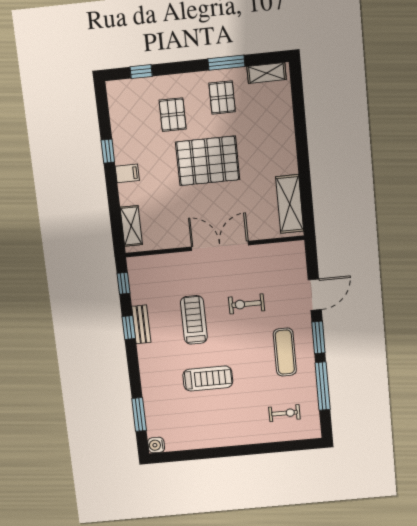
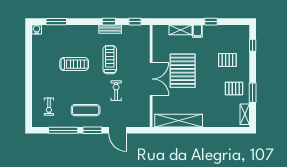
pallet: (208, 161) -> (183, 71), moved
shelving: (290, 204) -> (179, 121), width x1.47
shelving: (131, 226) -> (181, 30), moved
treadmill: (194, 320) -> (110, 60), turned -90
treadmill: (208, 378) -> (74, 64), turned -90

